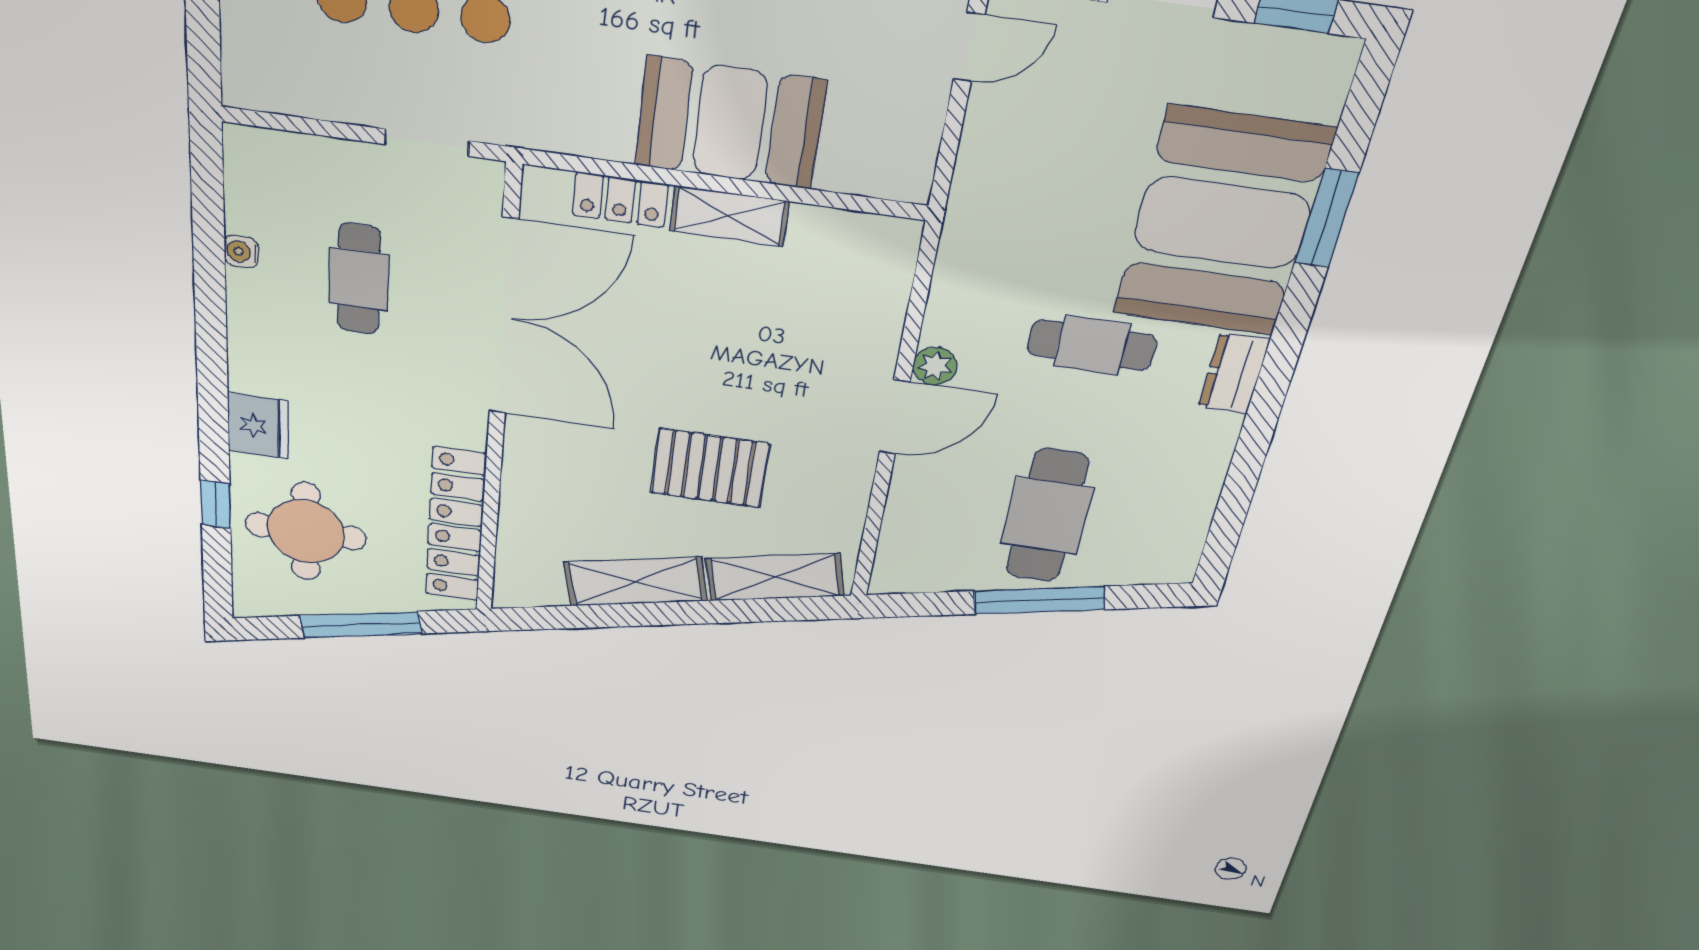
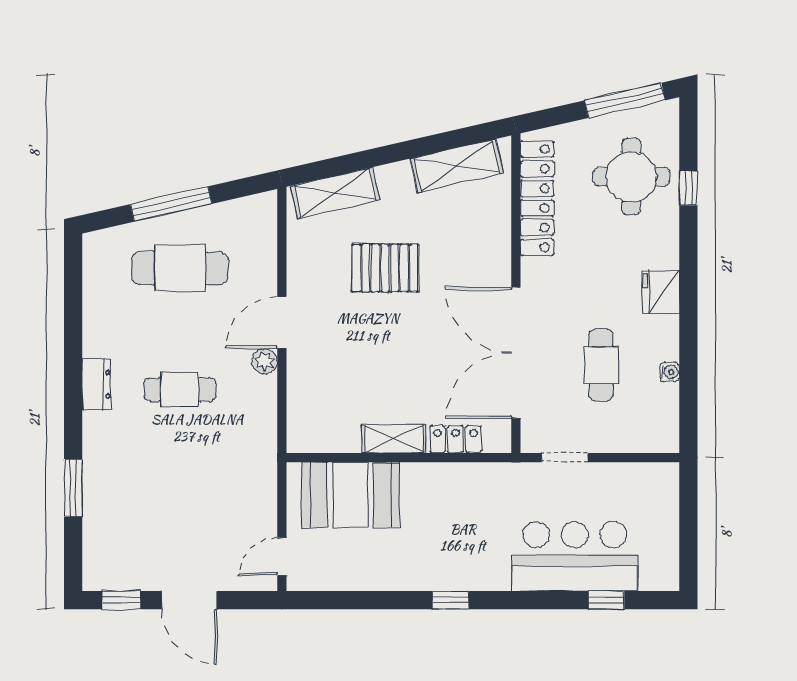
booth: (730, 123) -> (350, 495), moved
booth: (1222, 223) -> (127, 477), removed
fridge: (258, 426) -> (661, 292), moved
cafe table: (1047, 516) -> (180, 268), turned 90
shelving: (636, 582) -> (457, 166), moved
window: (361, 625) -> (625, 100), moved

